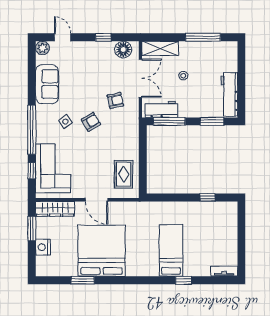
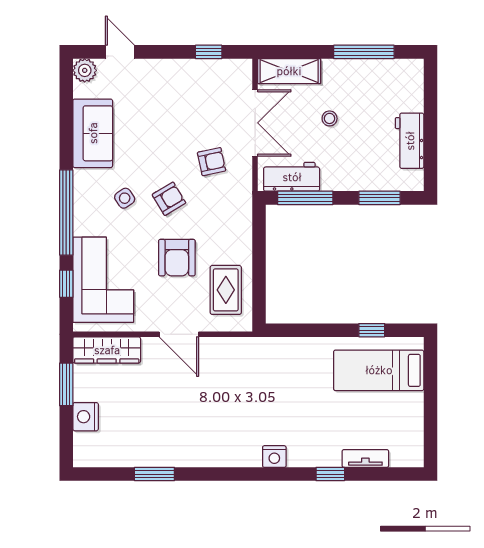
window: (103, 37) -> (209, 52), moved
floor lamp: (123, 50) -> (225, 73), removed
workbench: (229, 94) -> (410, 141), width x0.73
armchair: (95, 156) -> (177, 258), added
bed: (171, 250) -> (379, 370), moved, turned -90
bed: (102, 251) -> (188, 423), removed
nightstand: (152, 270) -> (274, 457), added
tv unit: (224, 271) -> (365, 458), moved

